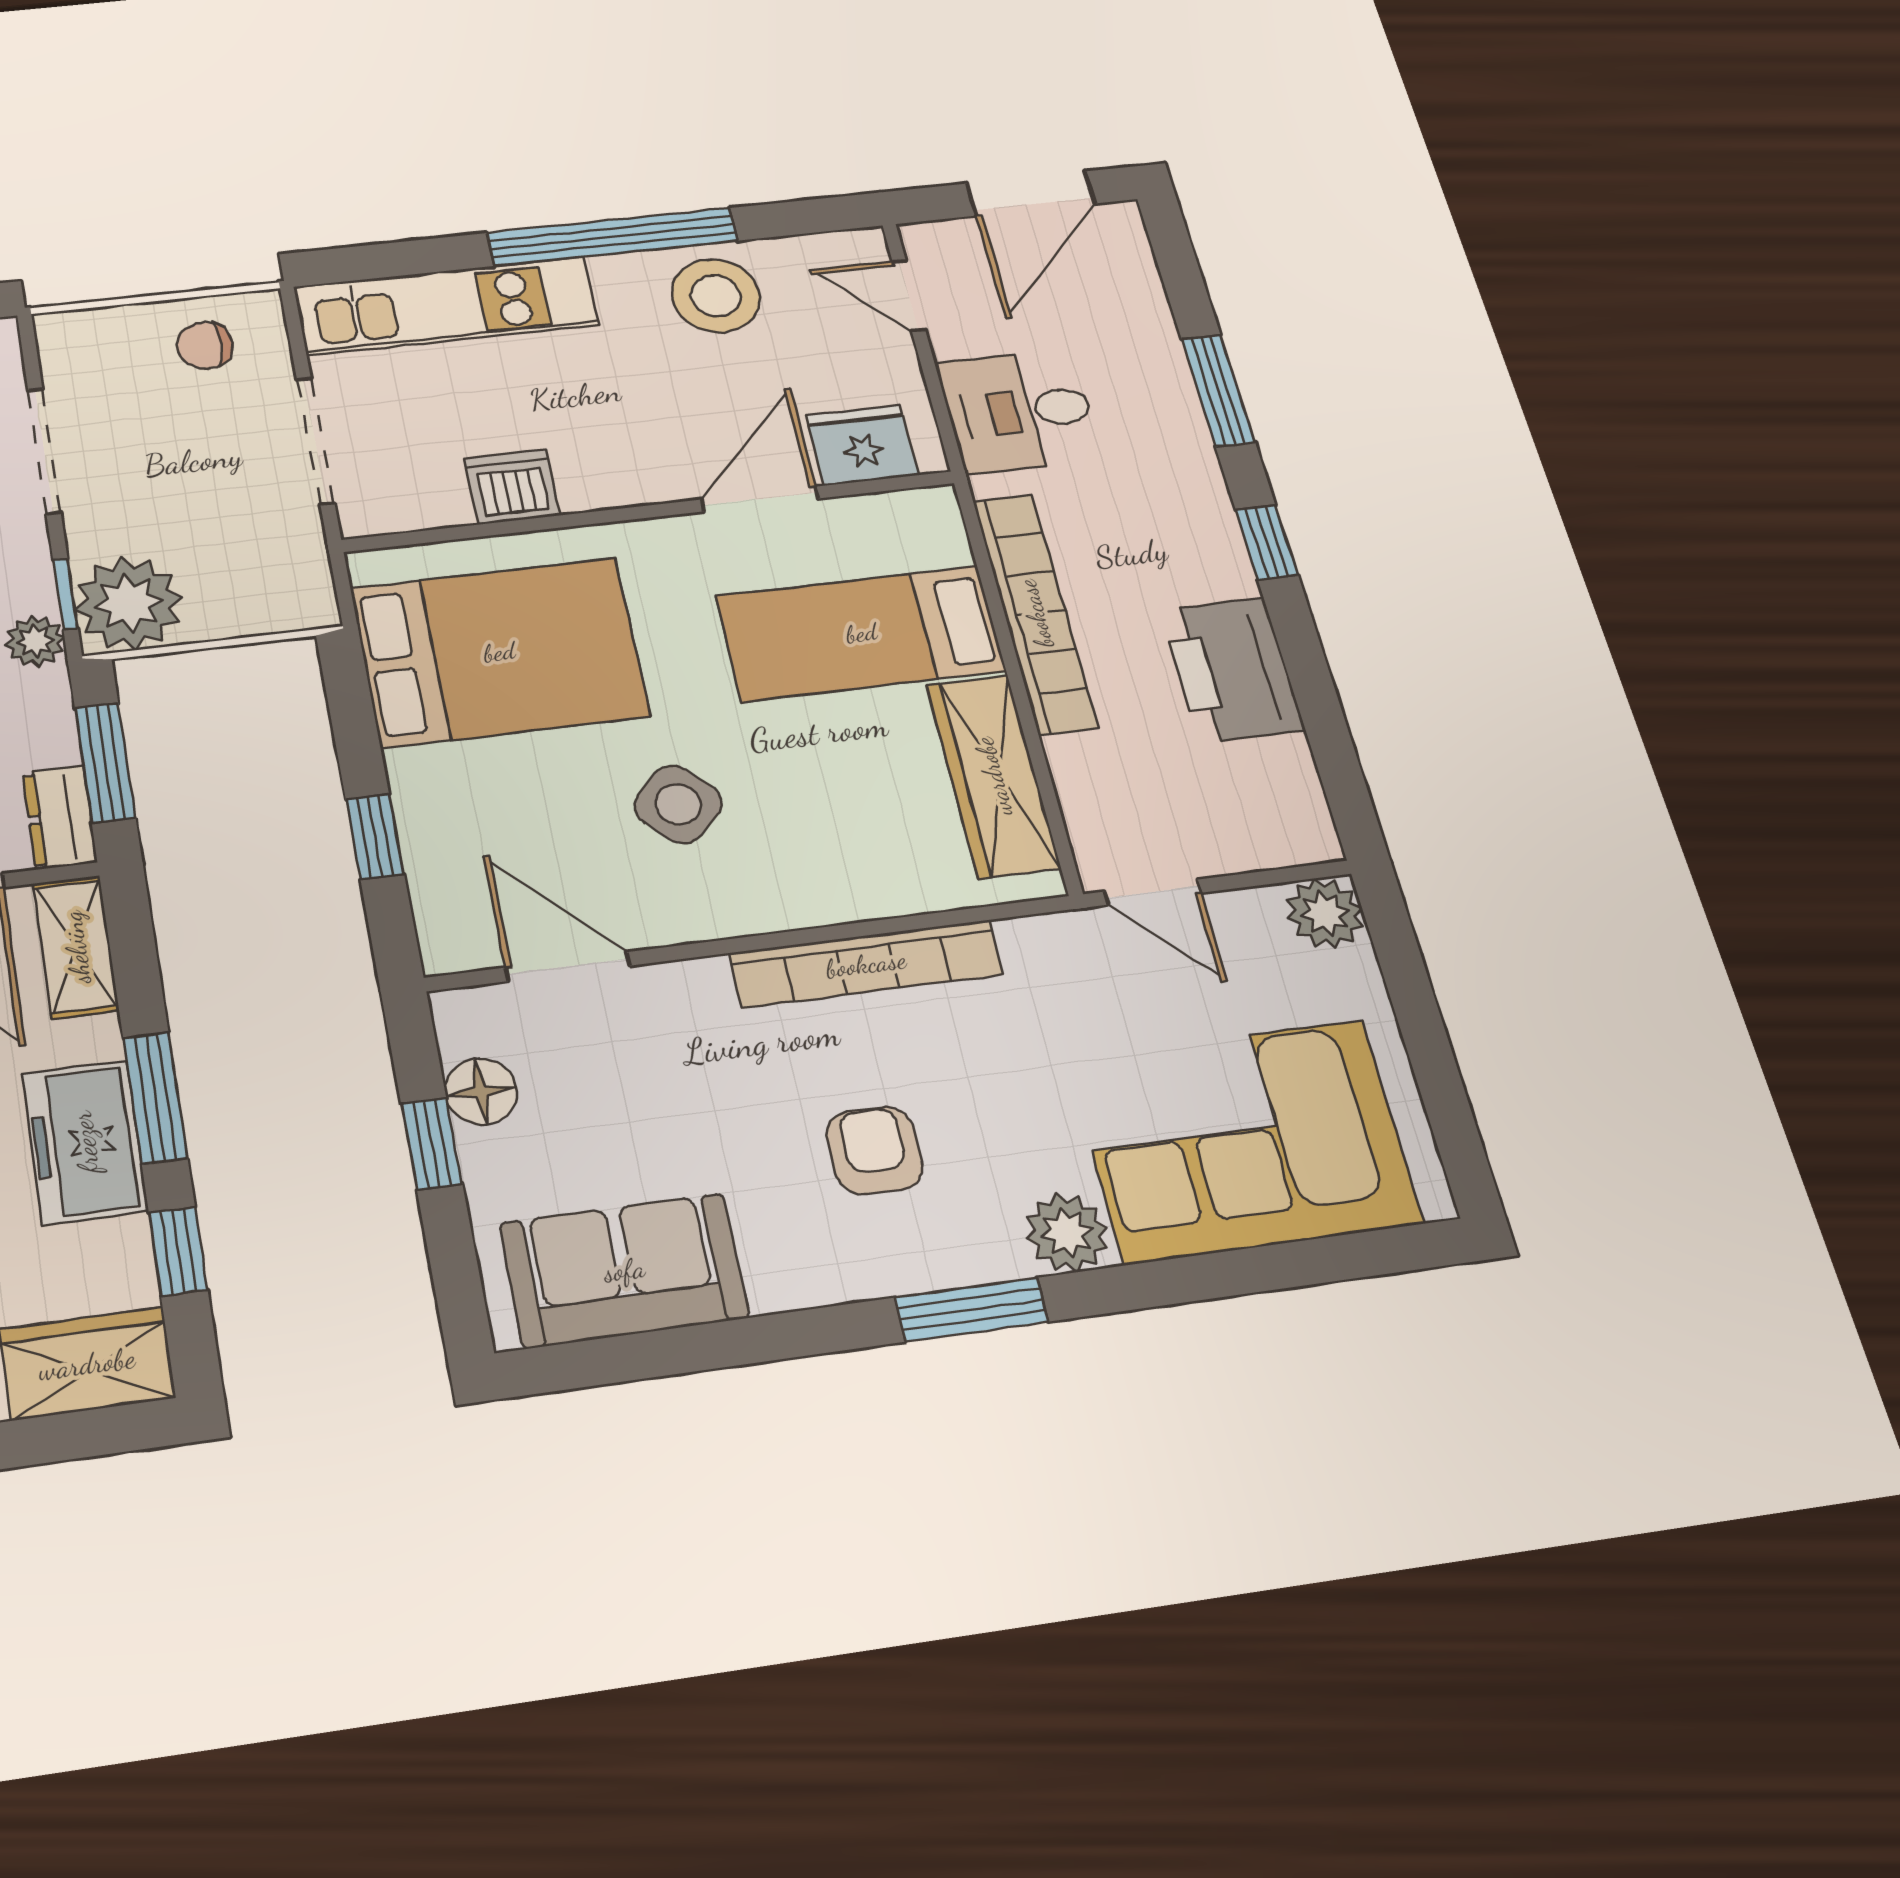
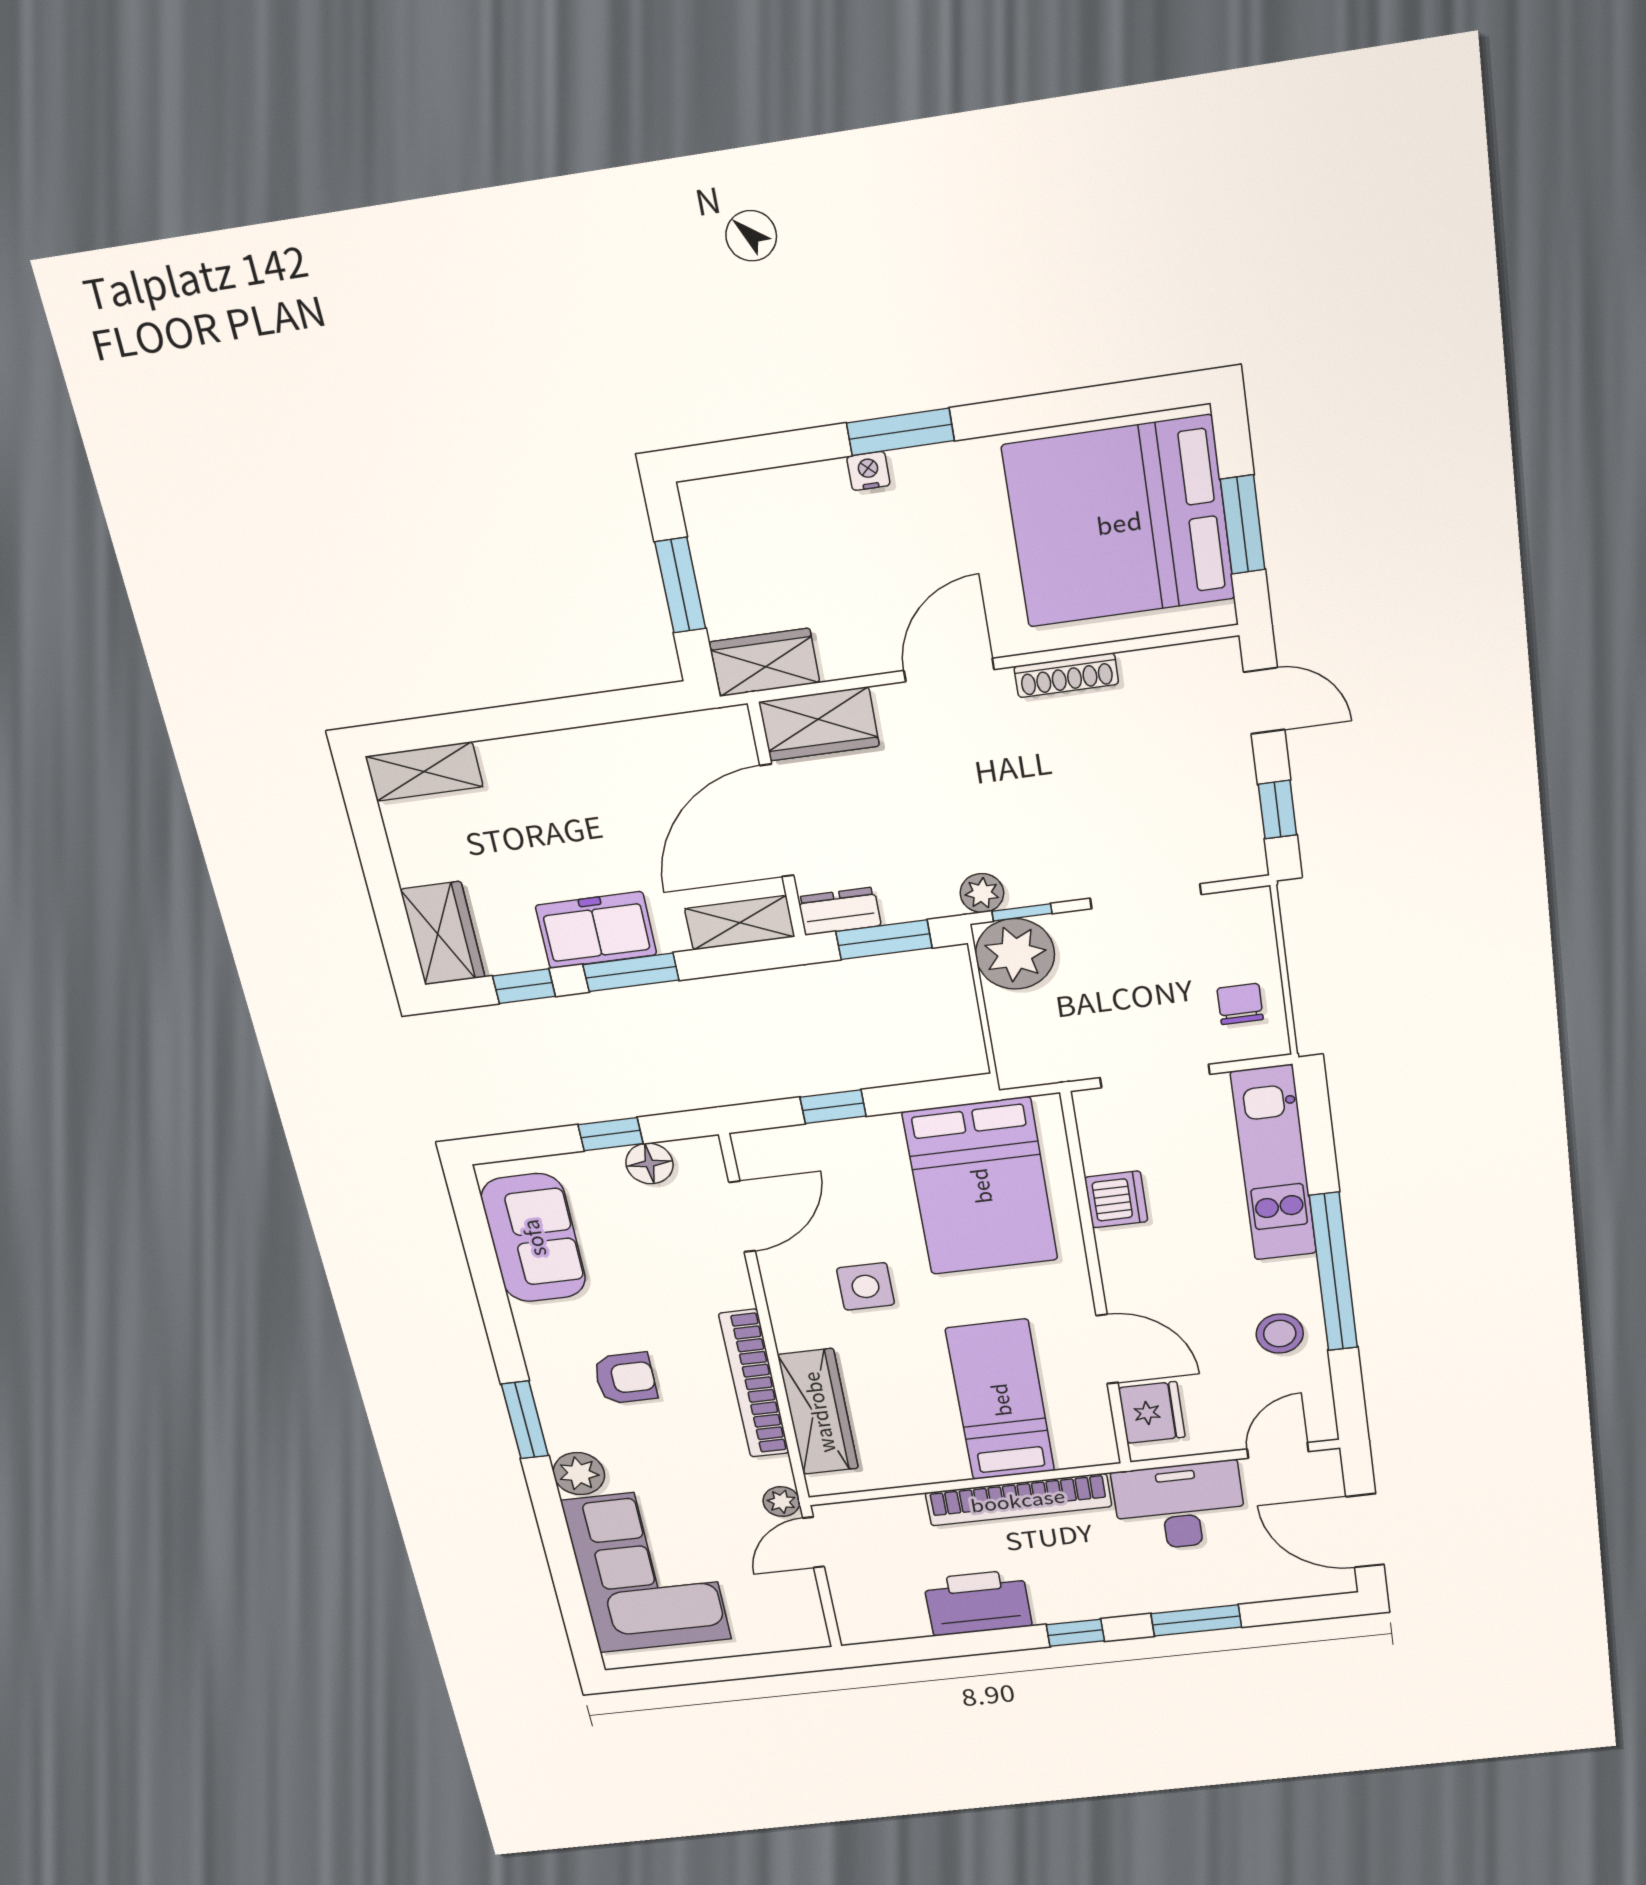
stool: (716, 296) -> (1280, 1334), width x0.73, depth x0.73
desk: (1019, 411) -> (1180, 1506), width x1.37
wardrobe: (993, 776) -> (818, 1412), moved, turned 90
side table: (678, 804) -> (866, 1286), turned 45
plant: (1325, 913) -> (781, 1502), moved, width x0.73, depth x0.73

